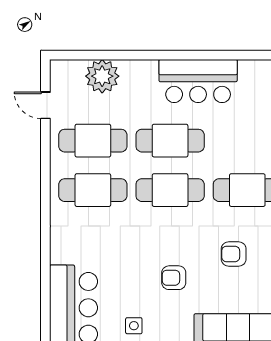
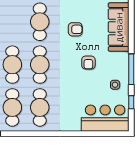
armchair: (234, 254) -> (75, 29), turned -90

